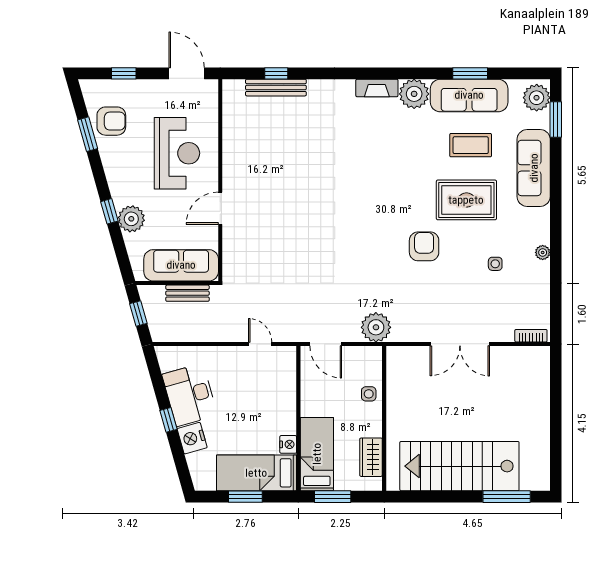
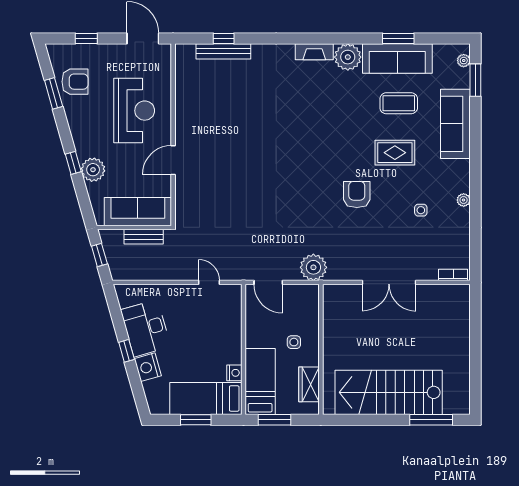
plant: (537, 98) -> (464, 61), width x0.53, depth x0.53
rug: (466, 200) -> (395, 153), width x0.73, depth x0.70
side table: (369, 394) -> (294, 342), moved

